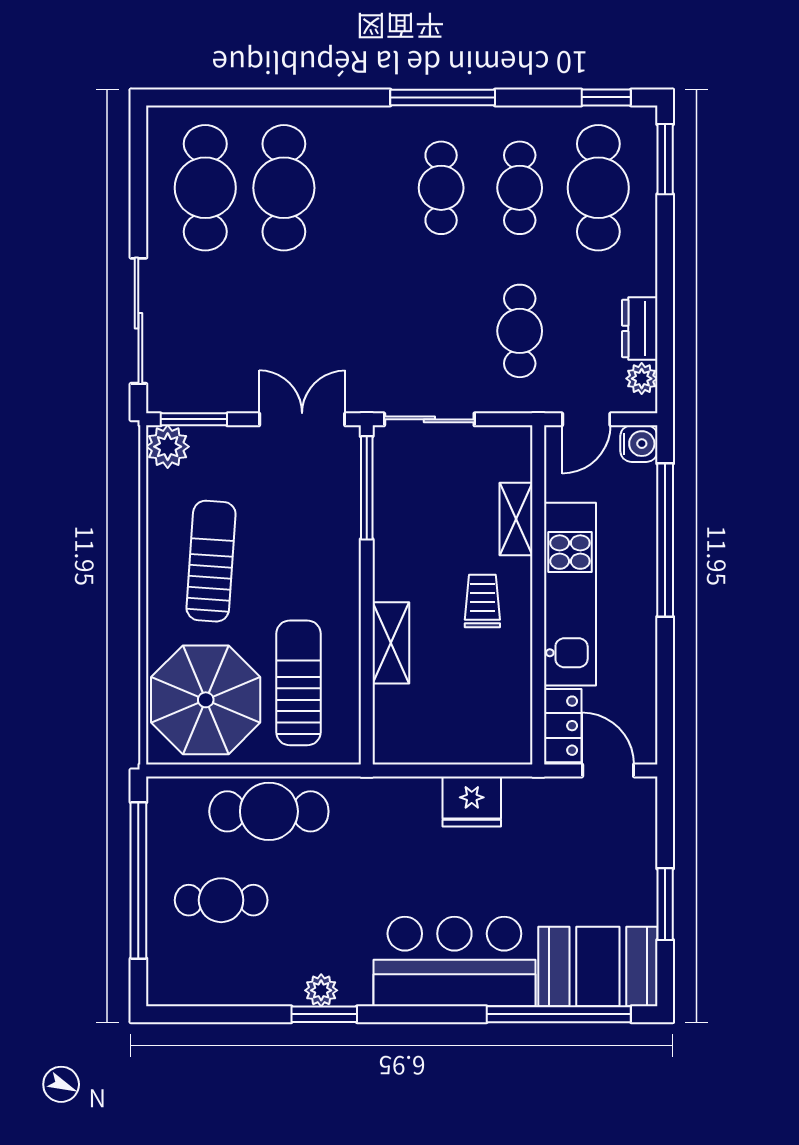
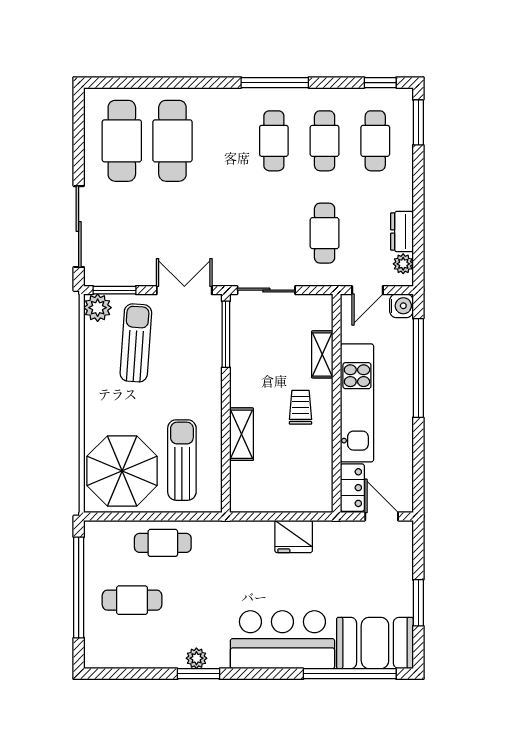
cafe table: (598, 188) -> (375, 141), width x0.73, depth x0.74
sun lounger: (211, 561) -> (136, 343), moved
cafe table: (269, 811) -> (163, 543), width x0.73, depth x0.74

